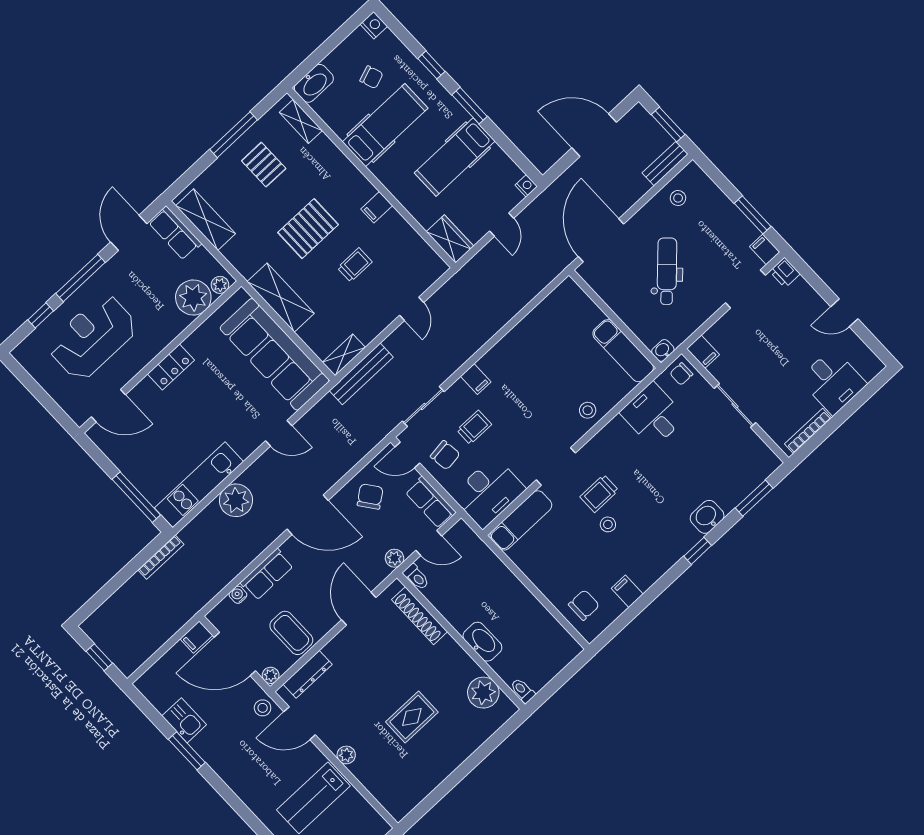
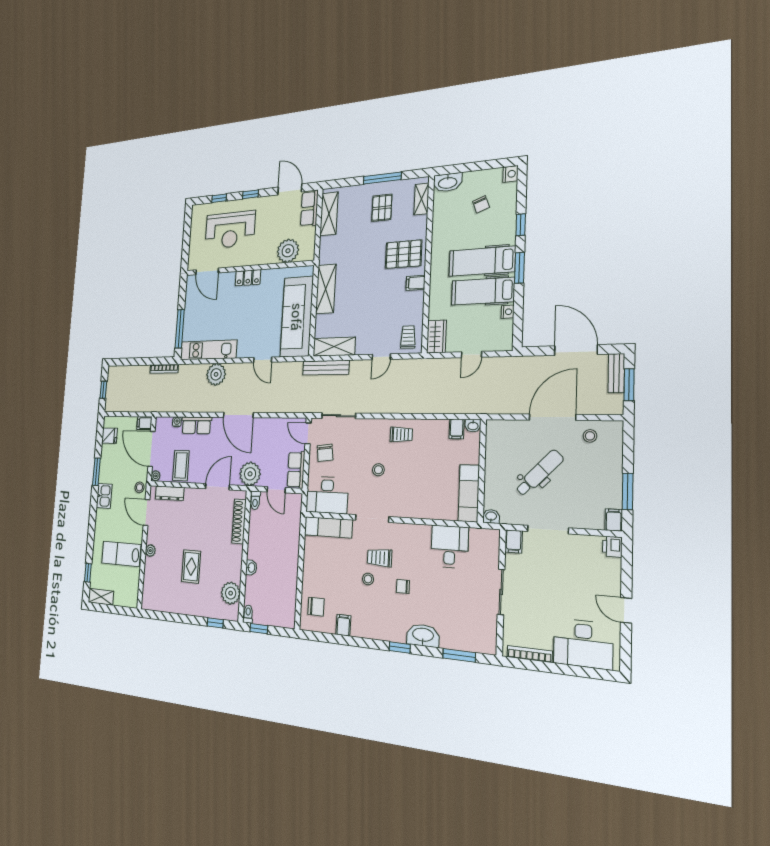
hospital bed: (385, 125) -> (482, 261), moved, turned 180
bench: (665, 164) -> (616, 373), moved, turned 90
nightstand: (526, 186) -> (508, 312), moved
pallet: (308, 229) -> (404, 254), moved
door: (129, 233) -> (290, 189), hinge flipped
door: (601, 240) -> (552, 417), moved
trolley: (355, 265) -> (408, 337), moved, turned -90
window: (81, 278) -> (250, 194), width x0.46
plant: (220, 285) -> (305, 255), removed
washbasin: (567, 287) -> (473, 426), added
doorway: (745, 289) -> (548, 530), moved
reception desk: (93, 337) -> (230, 230), turned 180
shelving: (344, 355) -> (334, 347), width x1.50, depth x1.33
chair: (681, 374) -> (403, 586), moved
filing cabinet: (476, 379) -> (457, 429), moved
desk: (833, 381) -> (583, 644), width x1.37
stool: (588, 410) -> (378, 470), moved
trolley: (474, 427) -> (401, 434), moved
chair: (370, 496) -> (272, 436), removed
washbasin: (707, 517) -> (423, 635), width x1.38
plant: (394, 558) -> (250, 474), width x1.87, depth x1.87
washbasin: (482, 642) -> (251, 568), width x0.52, depth x0.69
window: (548, 691) -> (259, 629), added
fridge: (163, 696) -> (109, 436), added
rug: (412, 717) -> (191, 567), turned 90
kitchen sink: (184, 720) -> (104, 496), moved
window: (497, 739) -> (215, 623), added

